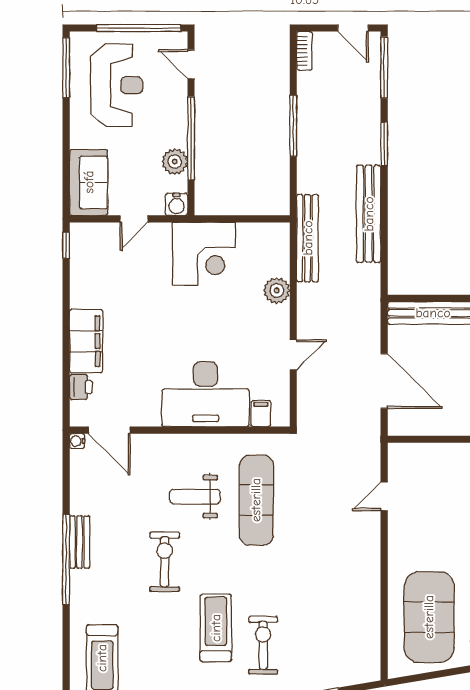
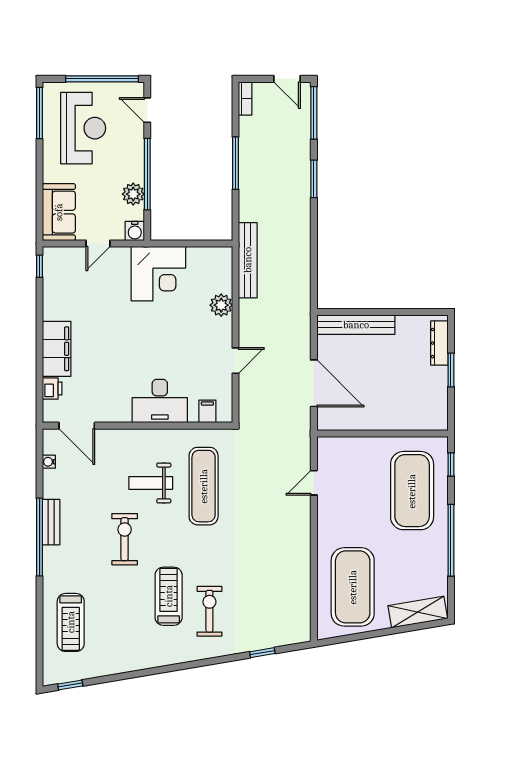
bench: (369, 214) -> (300, 239), removed
desk: (206, 394) -> (160, 401), width x0.73, depth x0.77
water cooler: (77, 441) -> (49, 462), moved

